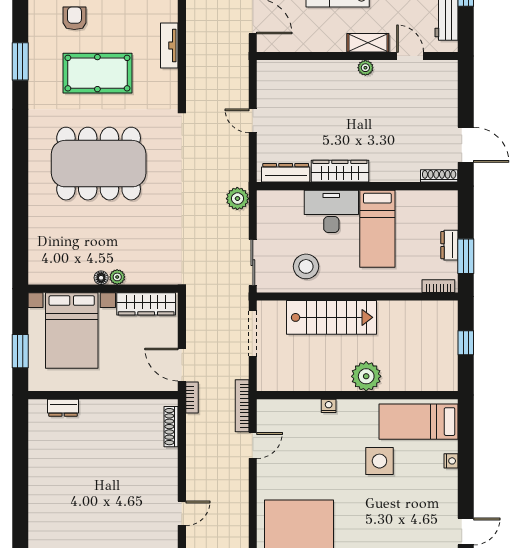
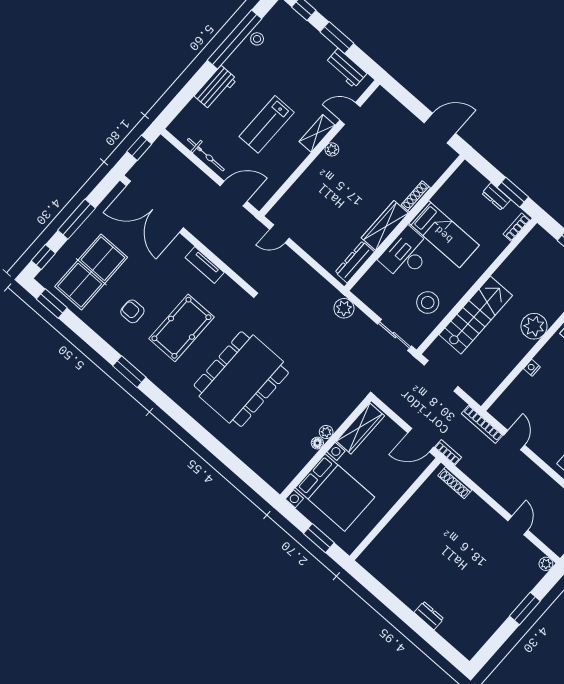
door: (253, 121) -> (279, 234), moved
shoe rack: (439, 176) -> (416, 196), moved
dresser: (63, 408) -> (429, 616), moved, turned -90

